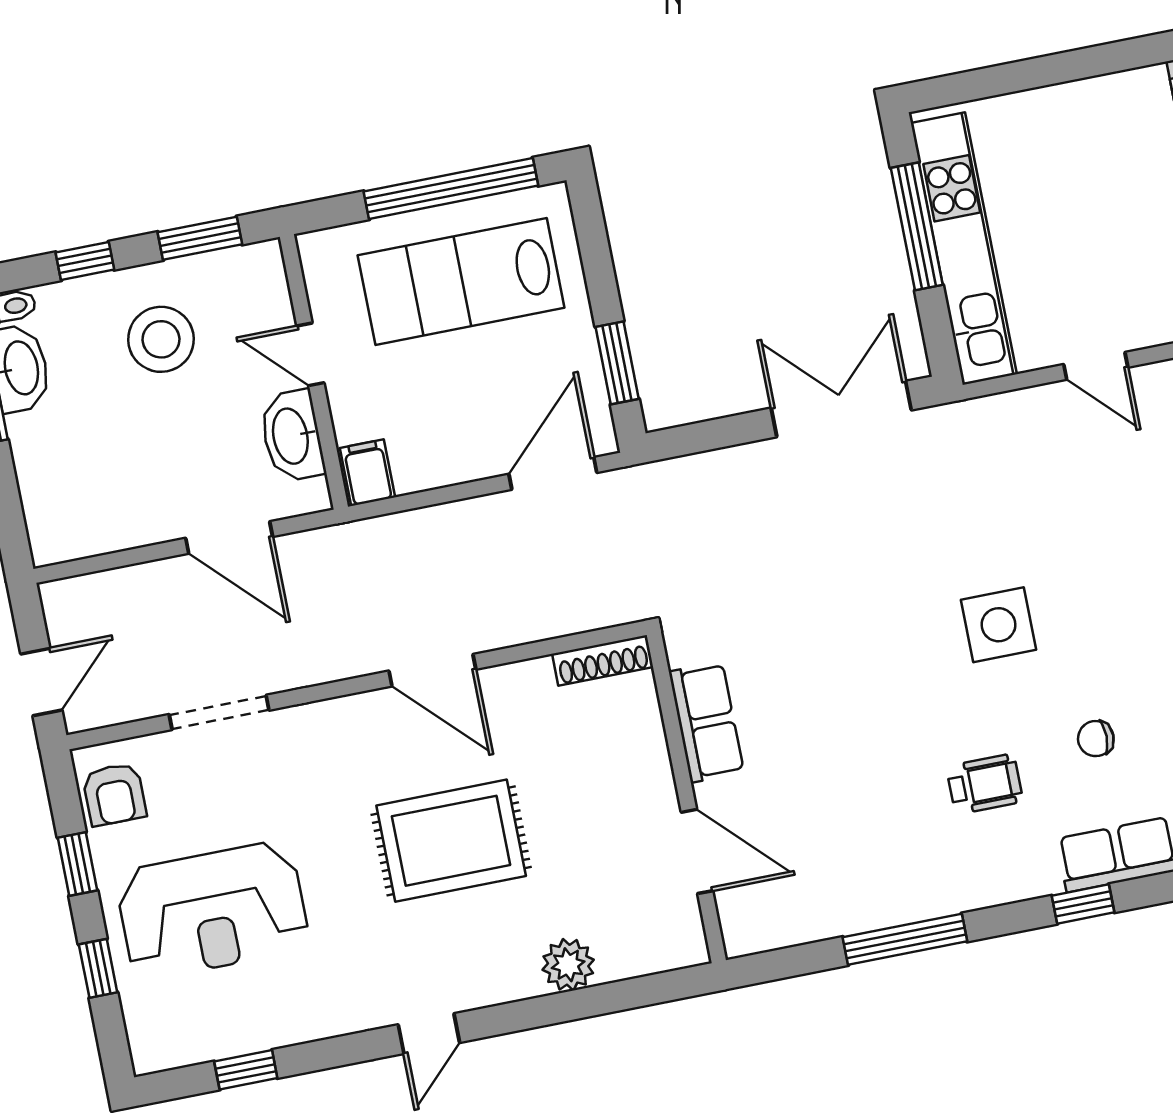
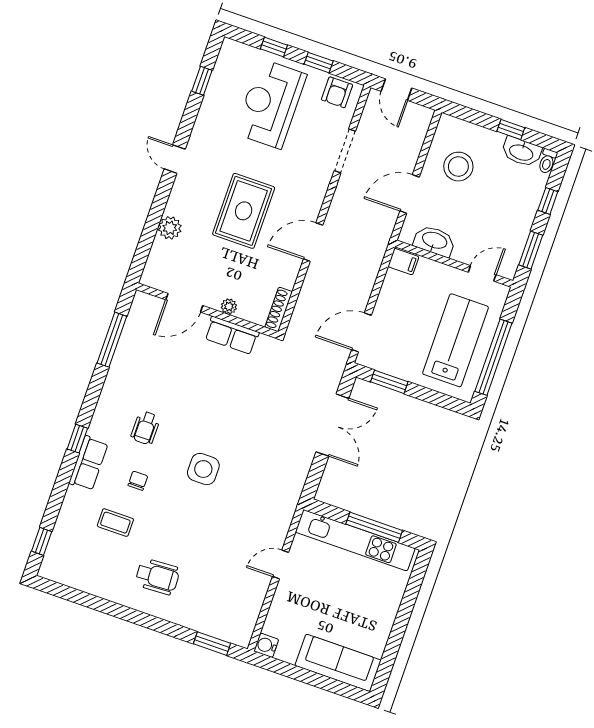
stool: (161, 339) -> (458, 167), moved
door: (310, 354) -> (482, 273), moved
double door: (841, 409) -> (332, 425), moved
door: (553, 473) -> (361, 332), swing flipped
plant: (654, 760) -> (229, 306), added
armchair: (114, 794) -> (337, 92), turned -90
window: (905, 939) -> (112, 340), moved

